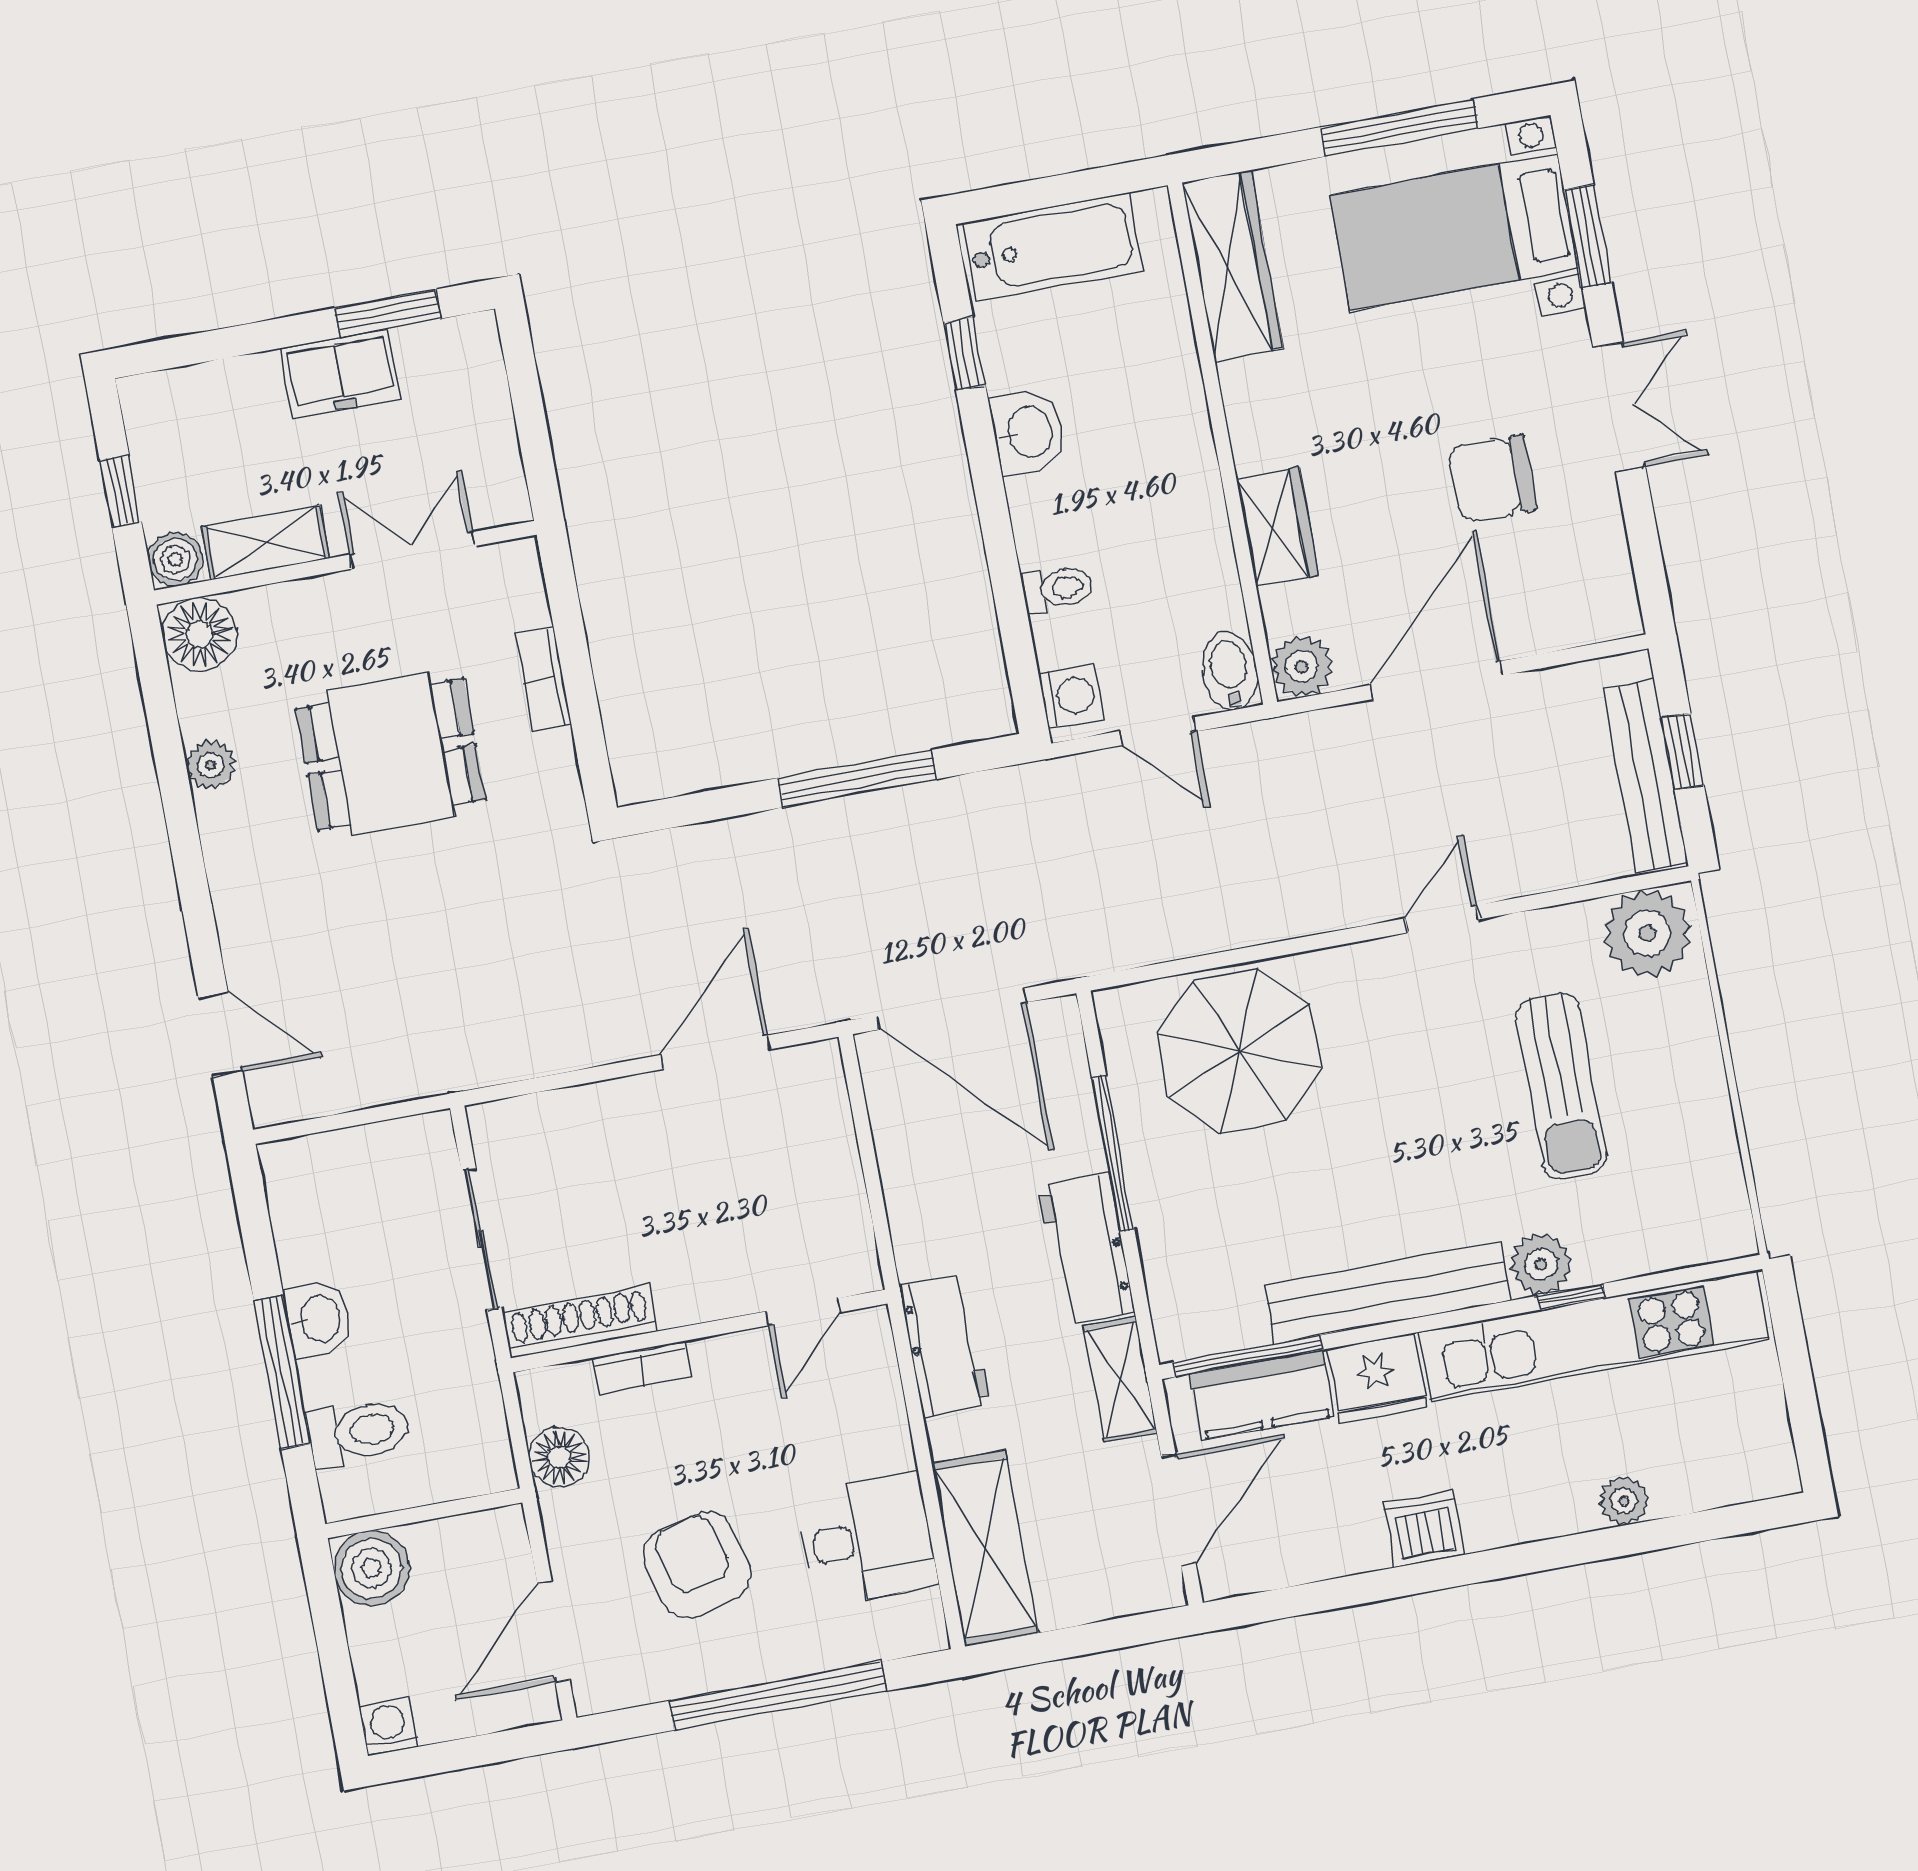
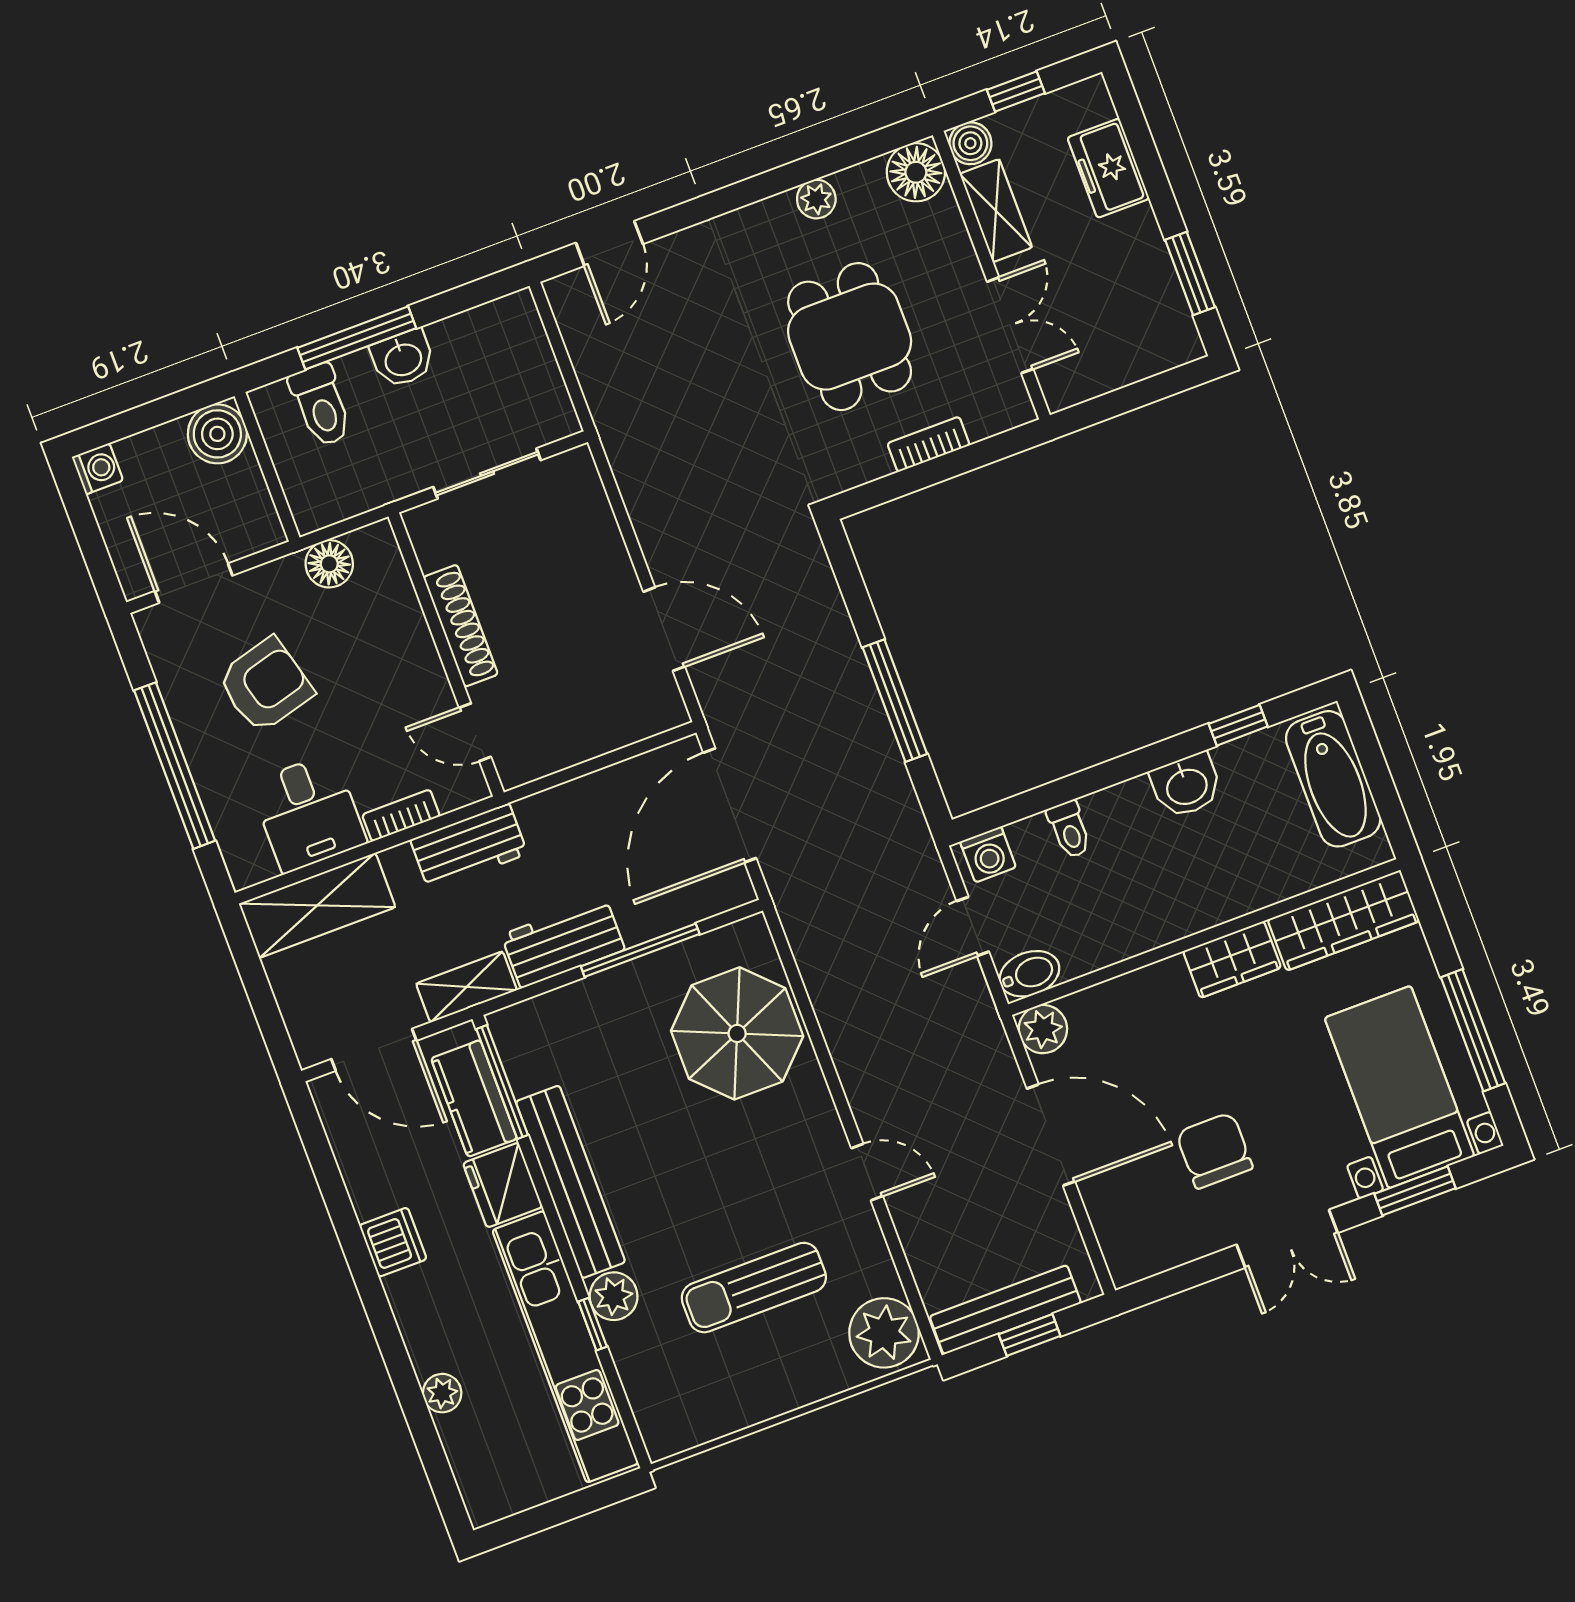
freezer: (340, 373) -> (1108, 168), moved
wardrobe: (1278, 527) -> (1232, 959), moved
shoe rack: (580, 1322) -> (461, 626), moved
bookcase: (642, 1367) -> (401, 816), moved, turned 90

